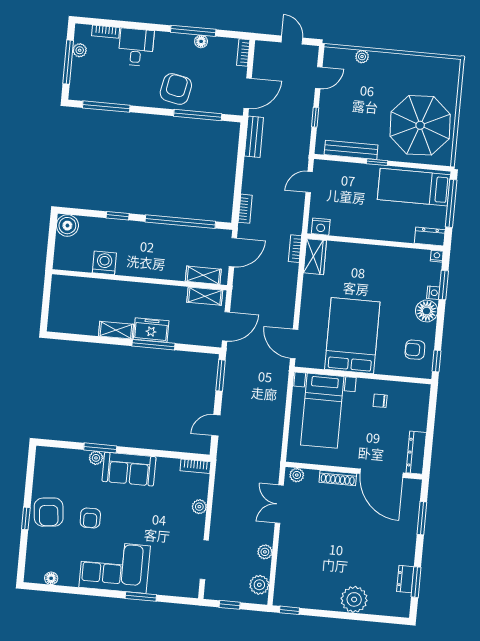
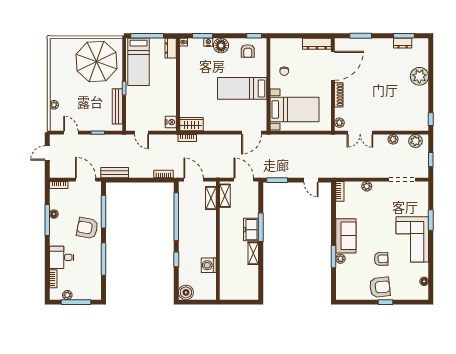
window: (106, 107) -> (104, 259), moved
bed: (352, 336) -> (242, 88), width x0.67

